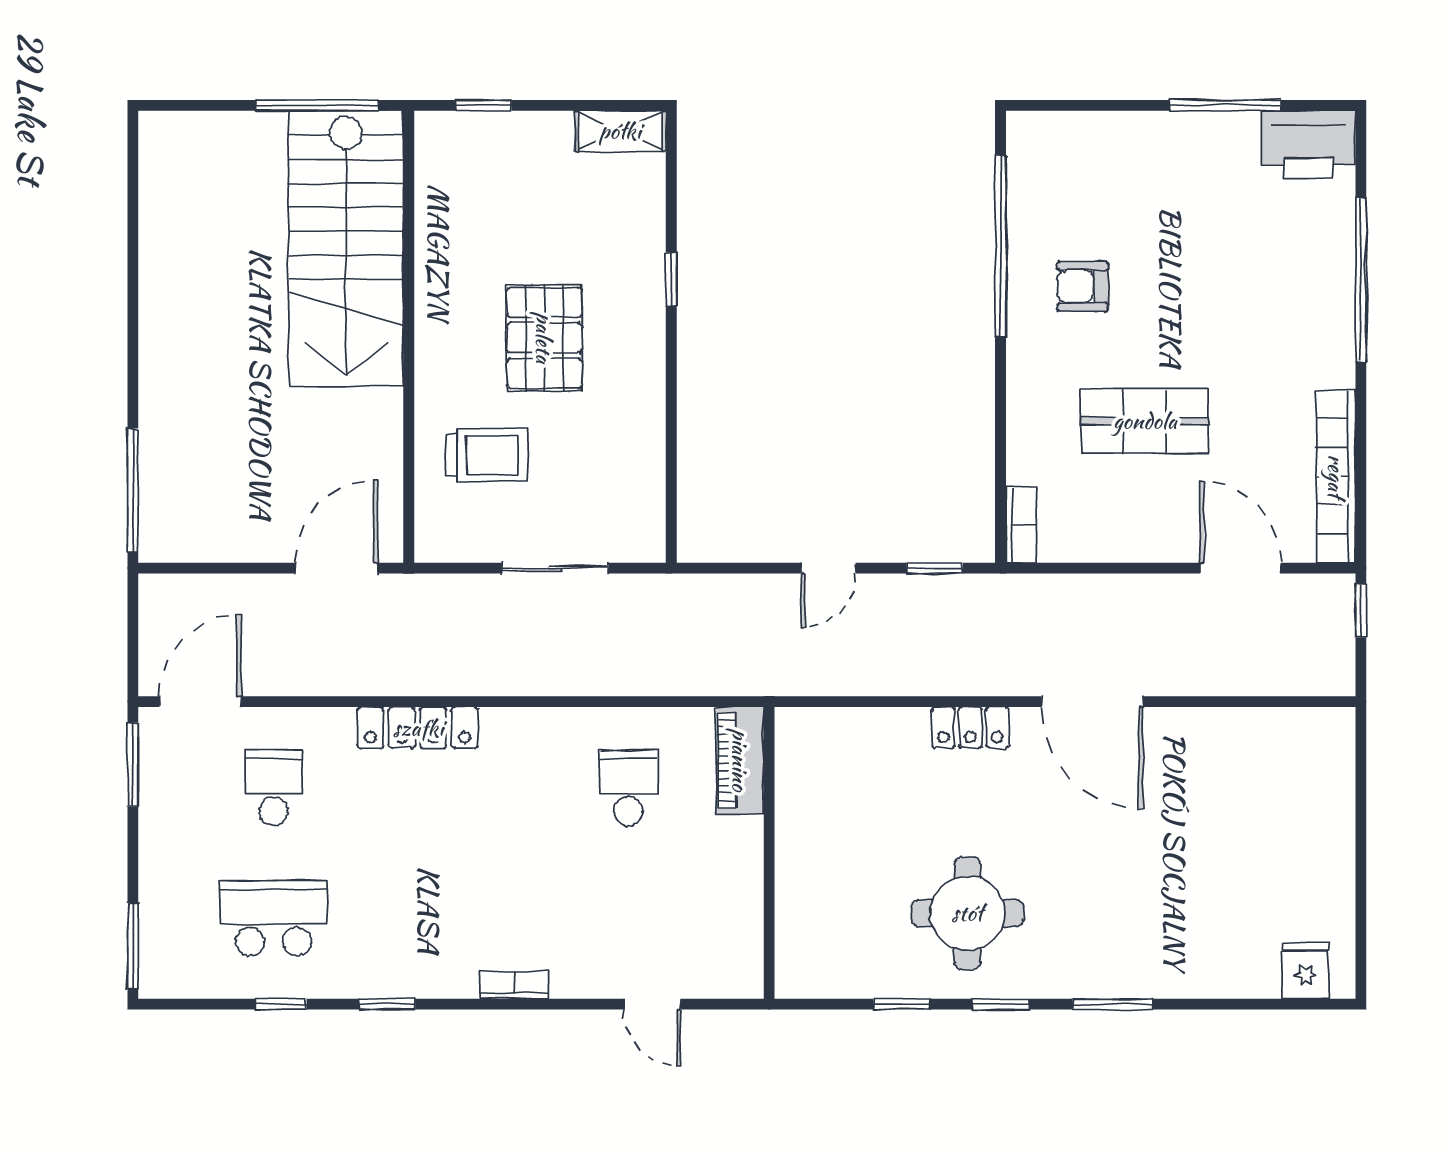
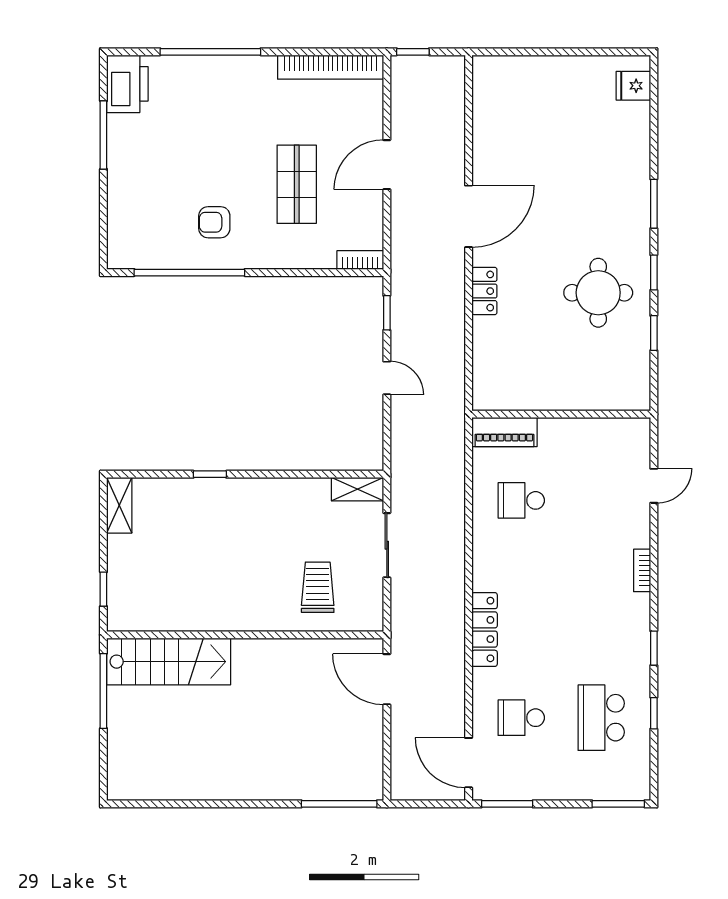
stairs: (346, 249) -> (169, 662), width x0.73, depth x0.66
armchair: (1083, 286) -> (214, 222), turned 90
pallet: (544, 338) -> (246, 552), removed
shelving: (647, 520) -> (357, 489), added
door: (1241, 568) -> (387, 165), moved

